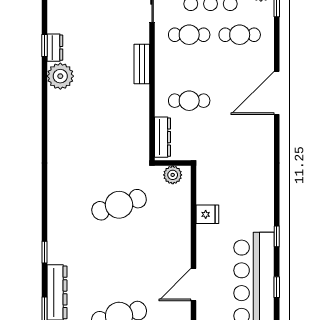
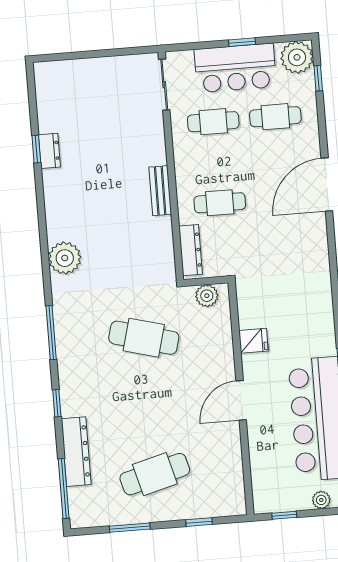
bench: (142, 64) -> (160, 191), moved
plant: (60, 76) -> (65, 258), moved
window: (44, 195) -> (51, 333), added
cafe table: (119, 205) -> (144, 338), turned 33
door: (194, 285) -> (241, 400), moved

